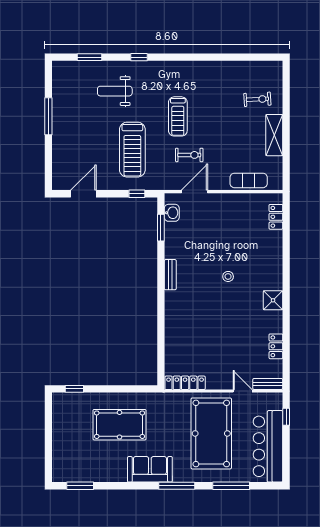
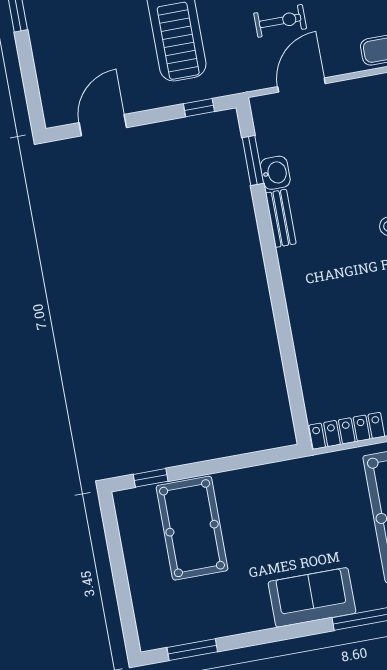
washbasin: (172, 213) -> (275, 173), moved
bench: (170, 275) -> (281, 218), moved
pool table: (120, 425) -> (192, 528), moved, turned 90

